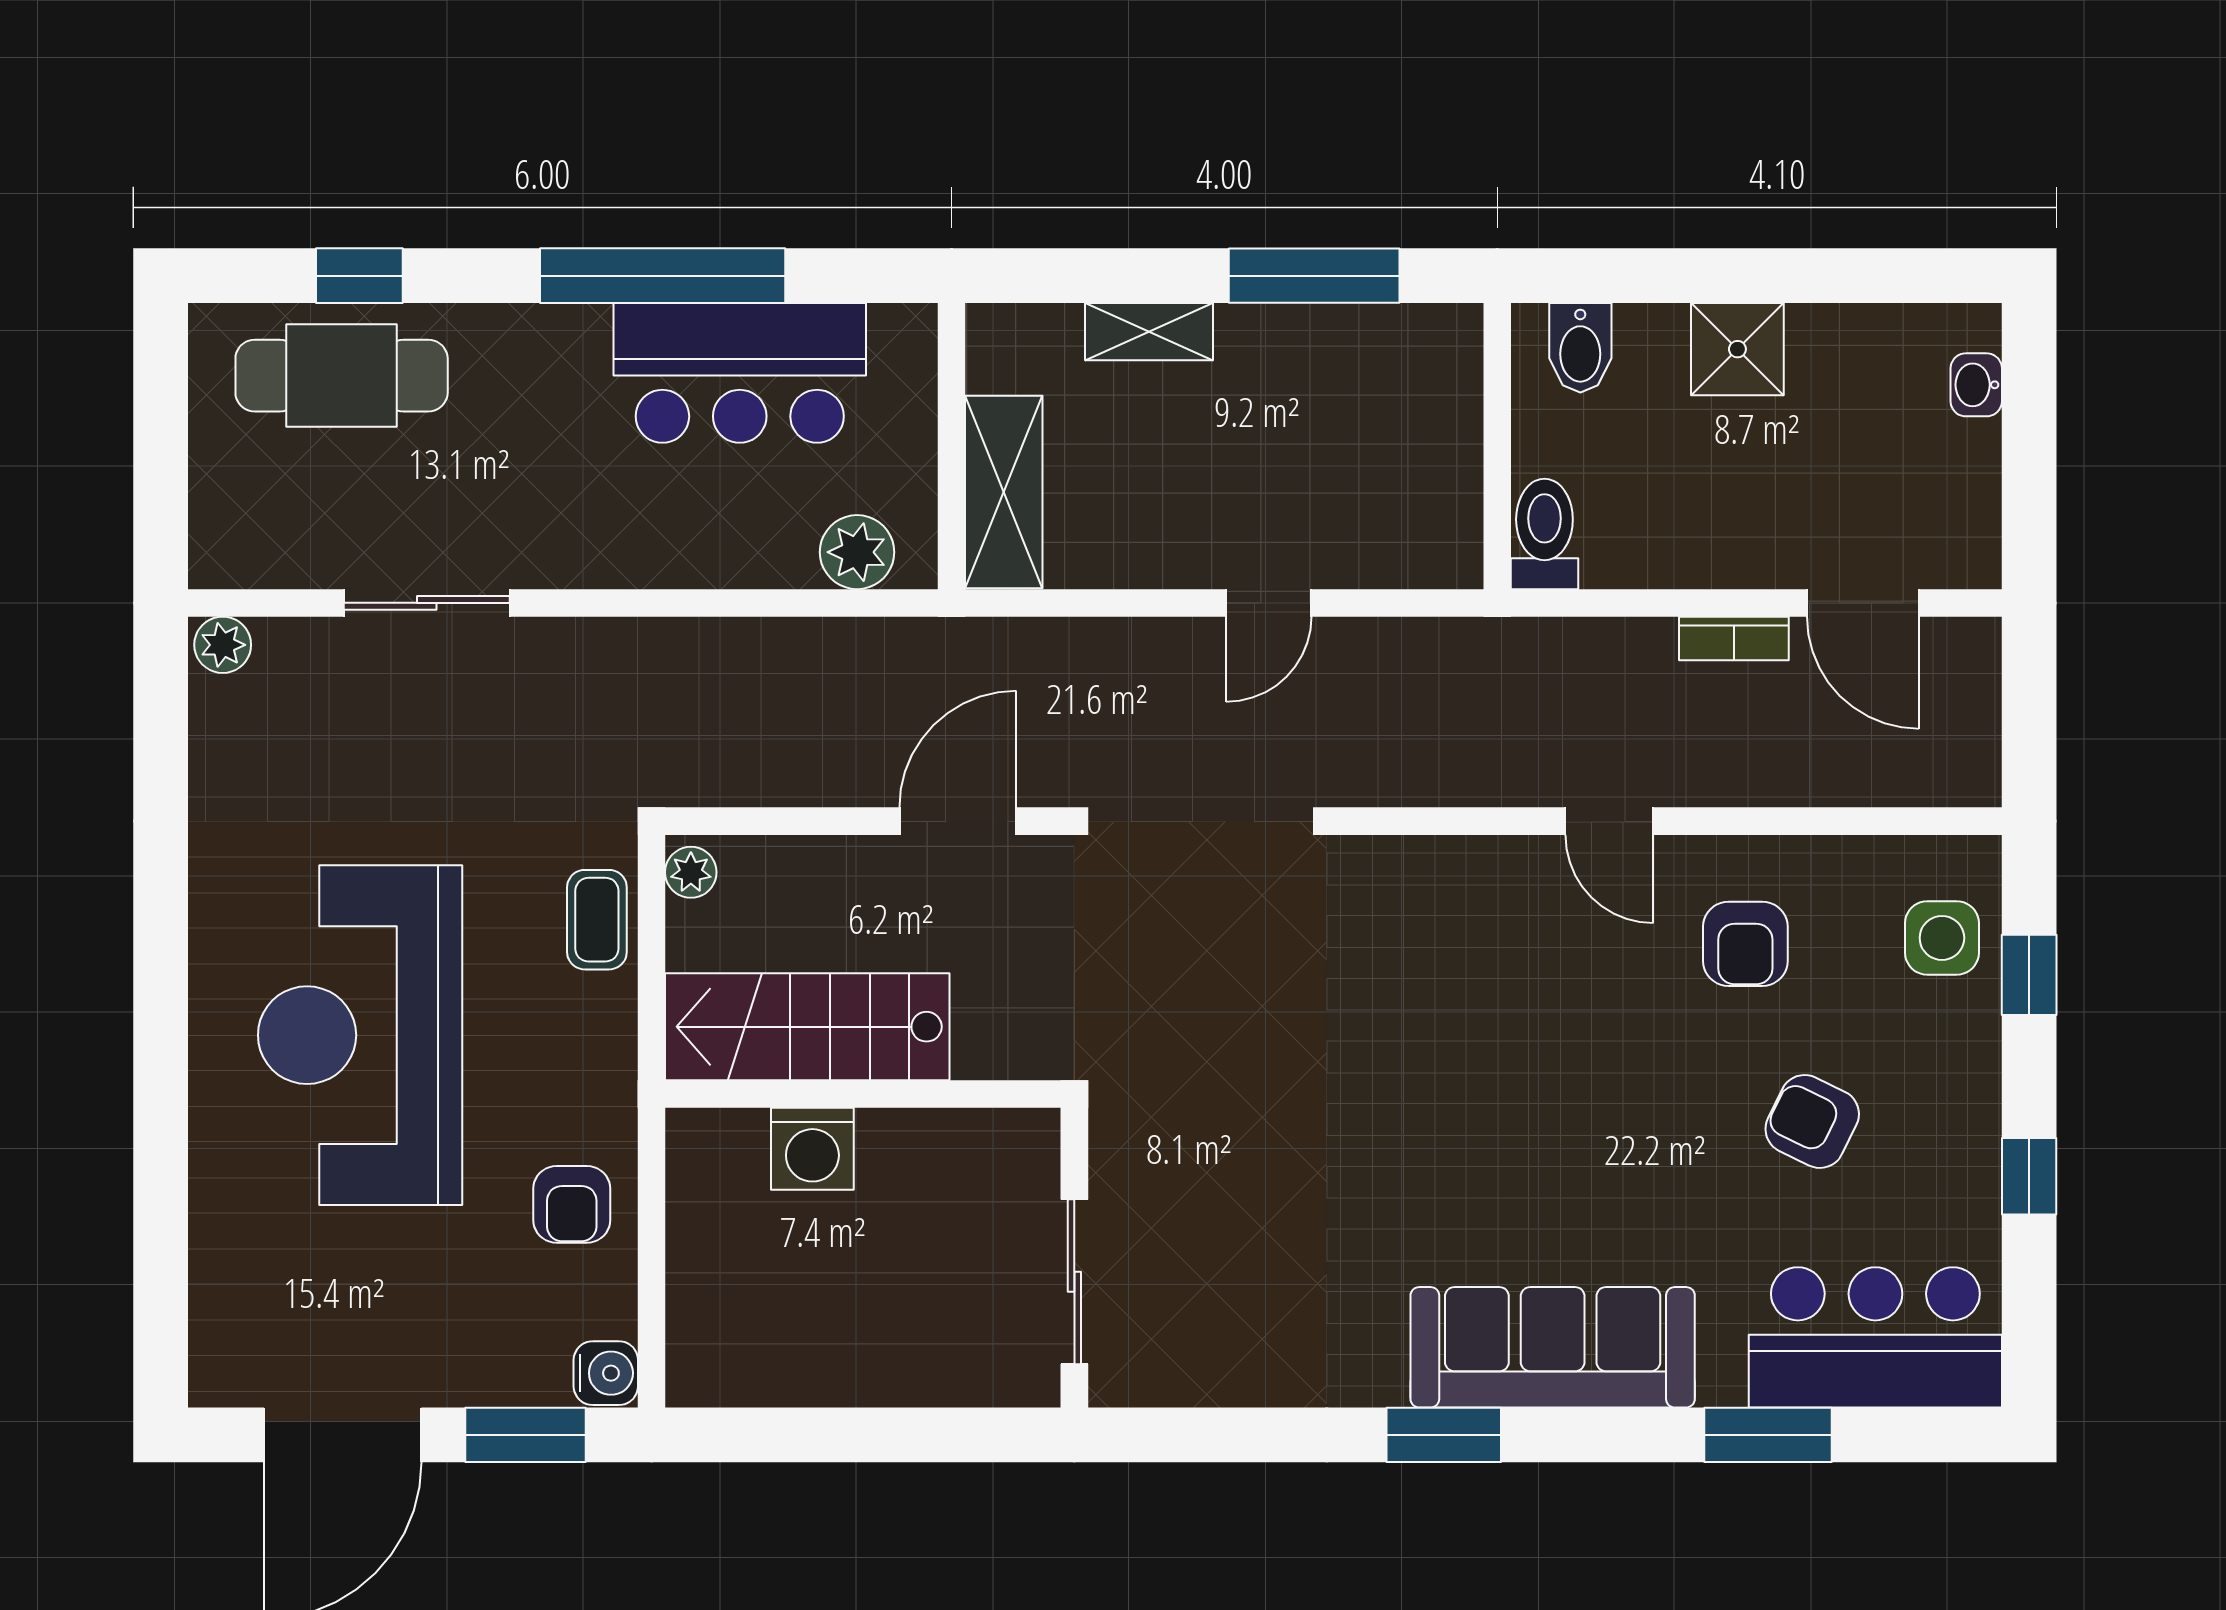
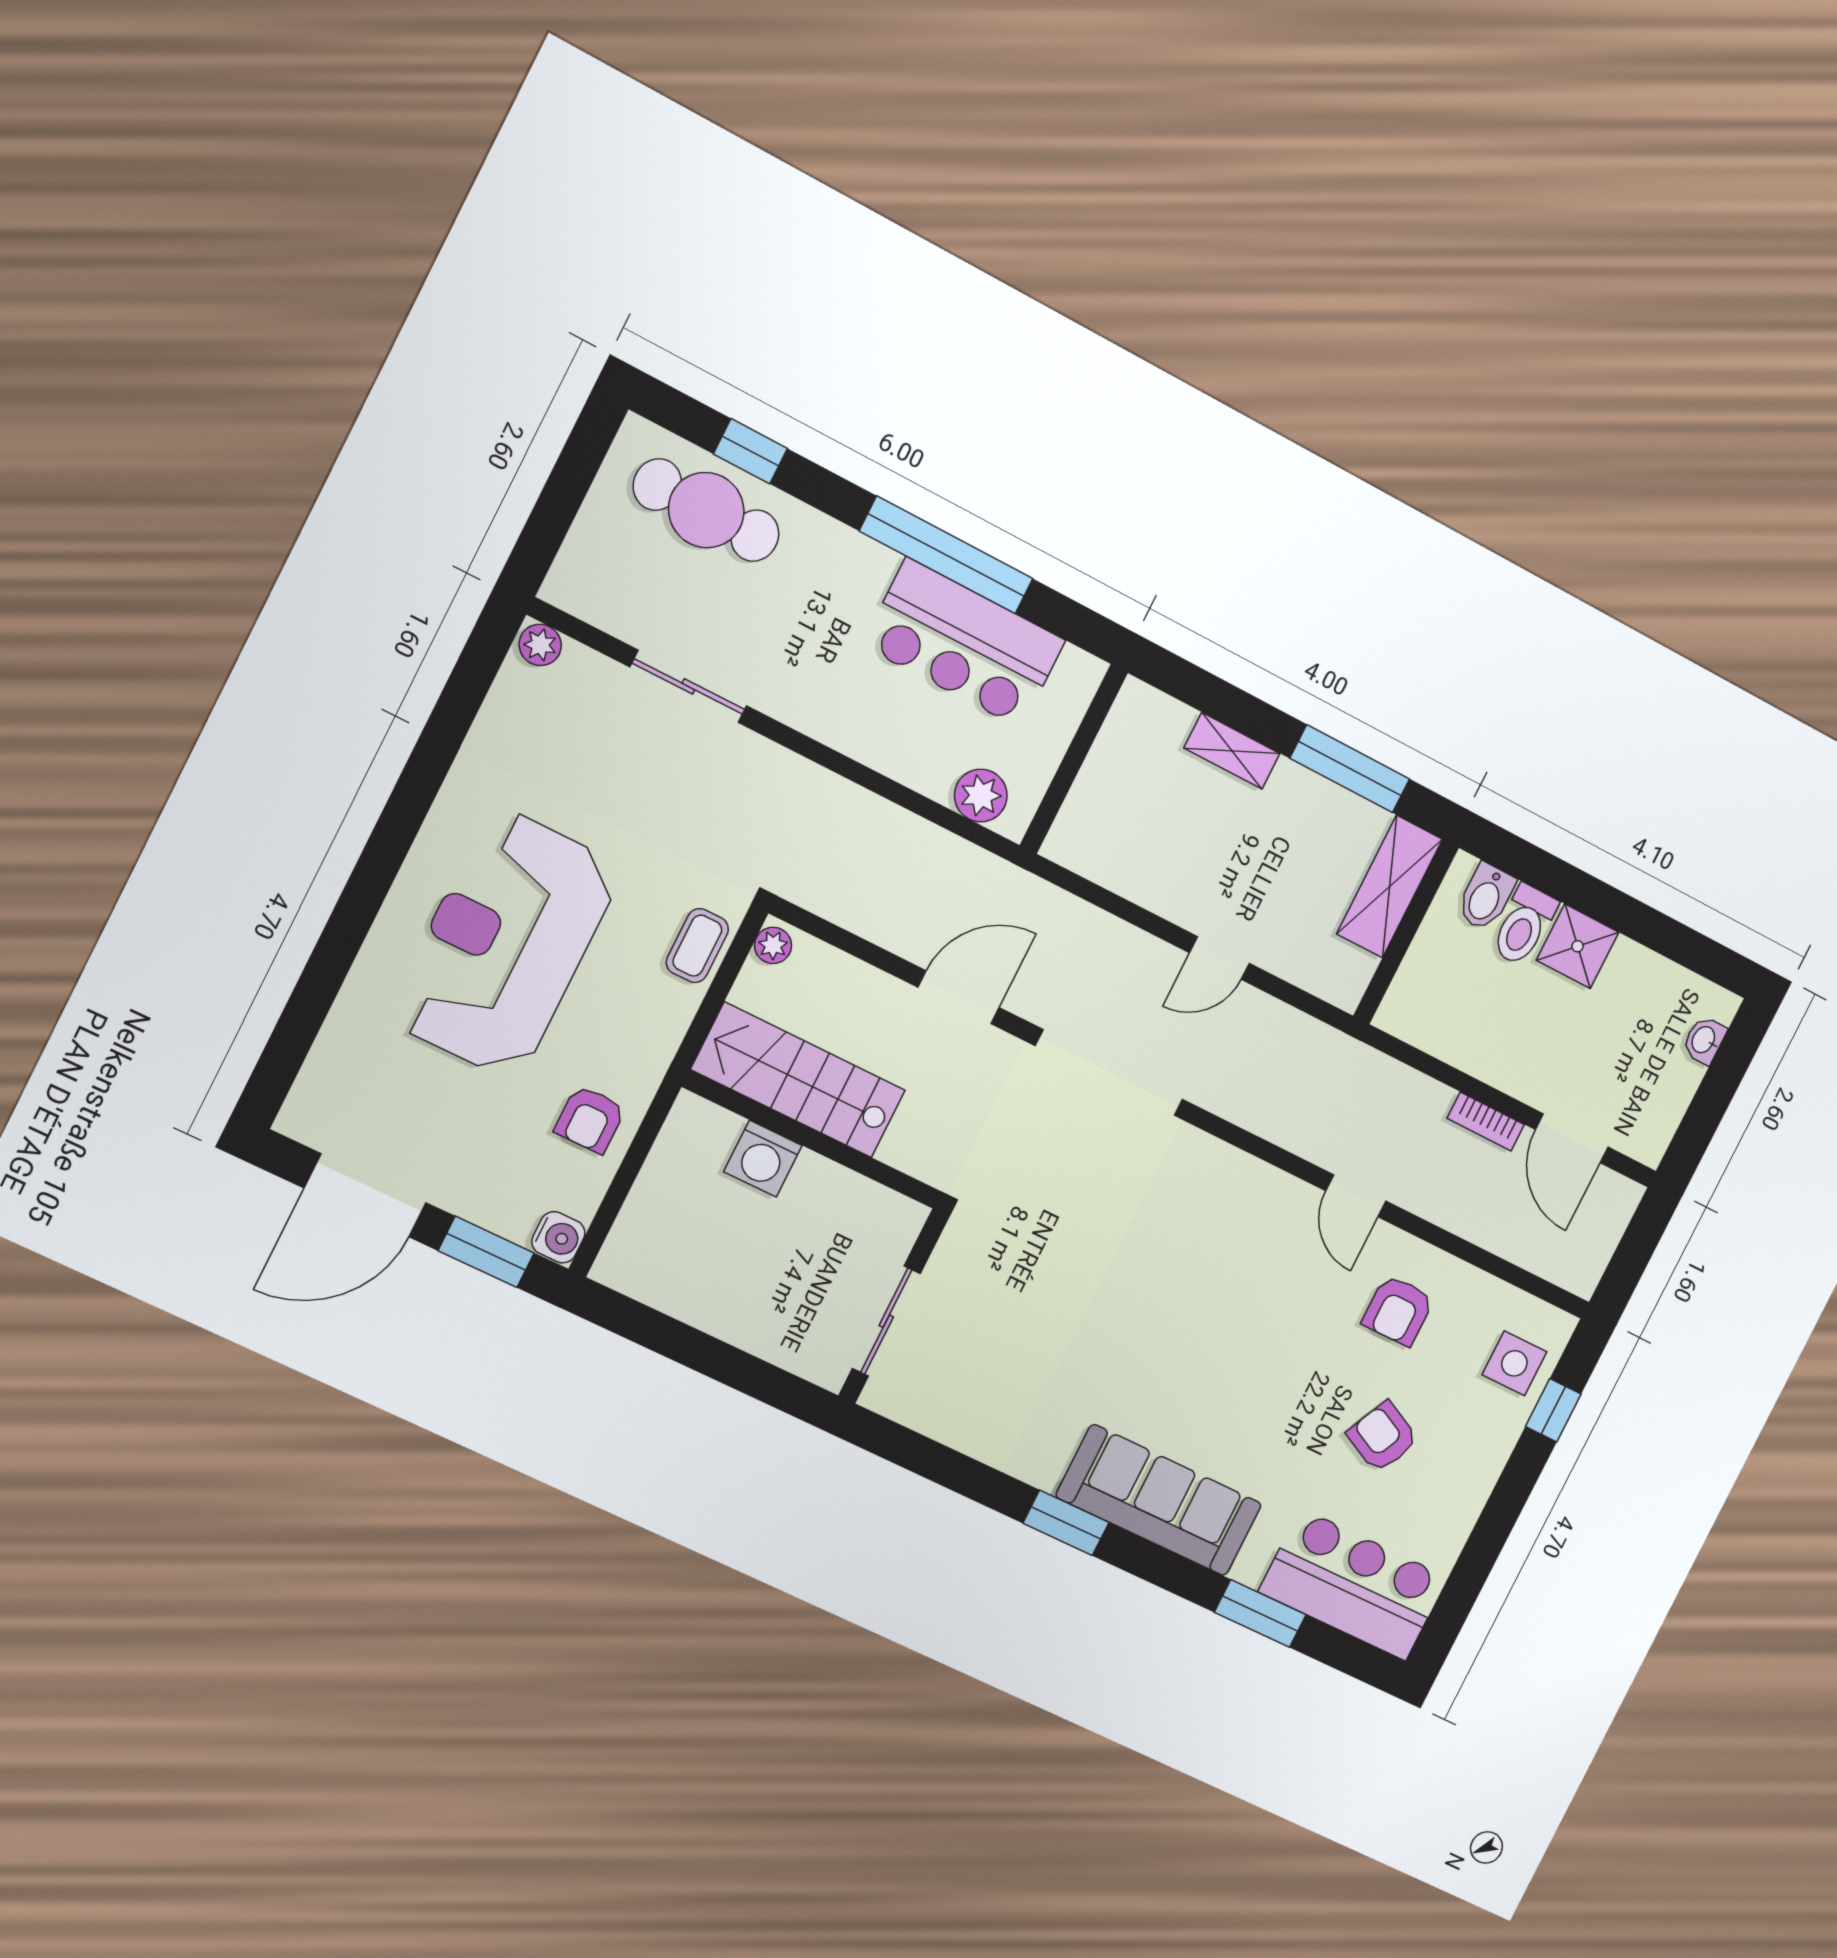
shelving: (1004, 492) -> (1390, 887), moved
toilet: (1544, 534) -> (1524, 925), moved, turned 180
window: (2029, 1176) -> (1492, 1531), removed

